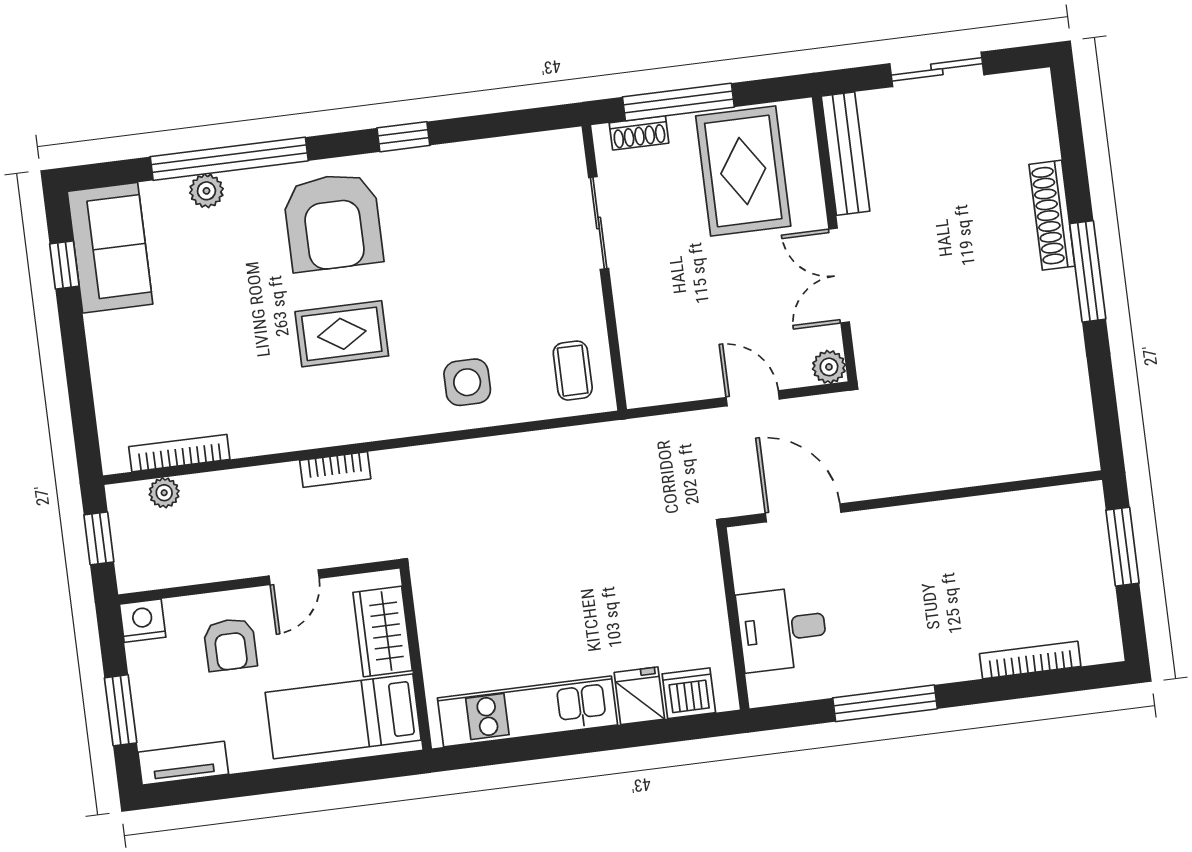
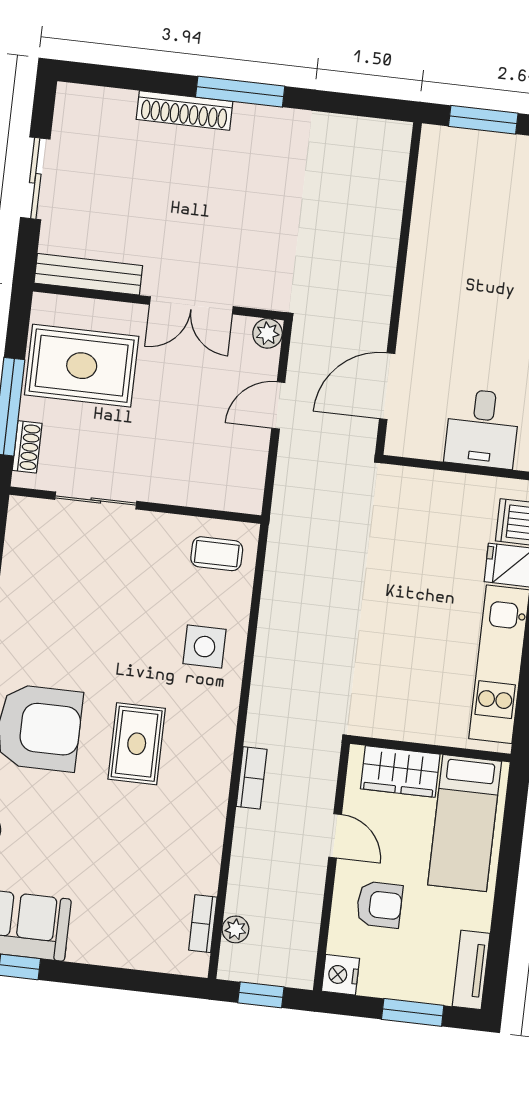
bookcase: (179, 453) -> (203, 924), width x0.64

